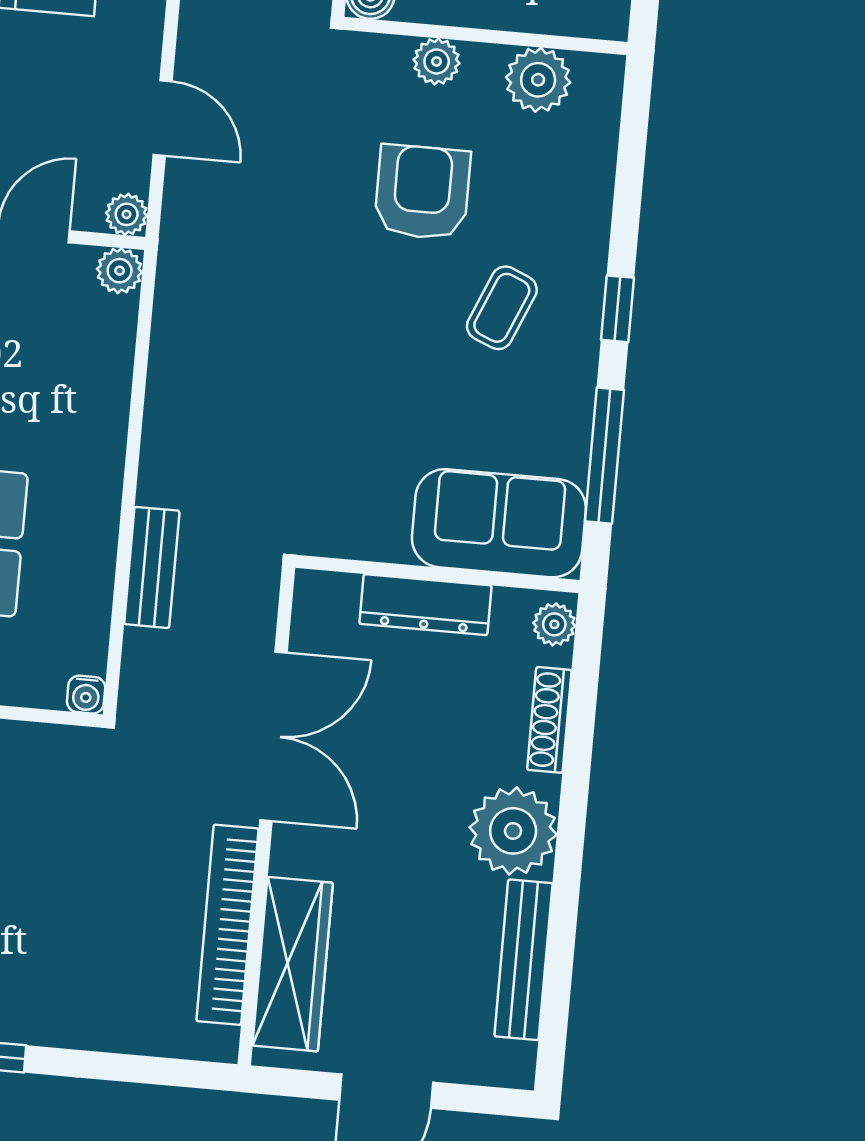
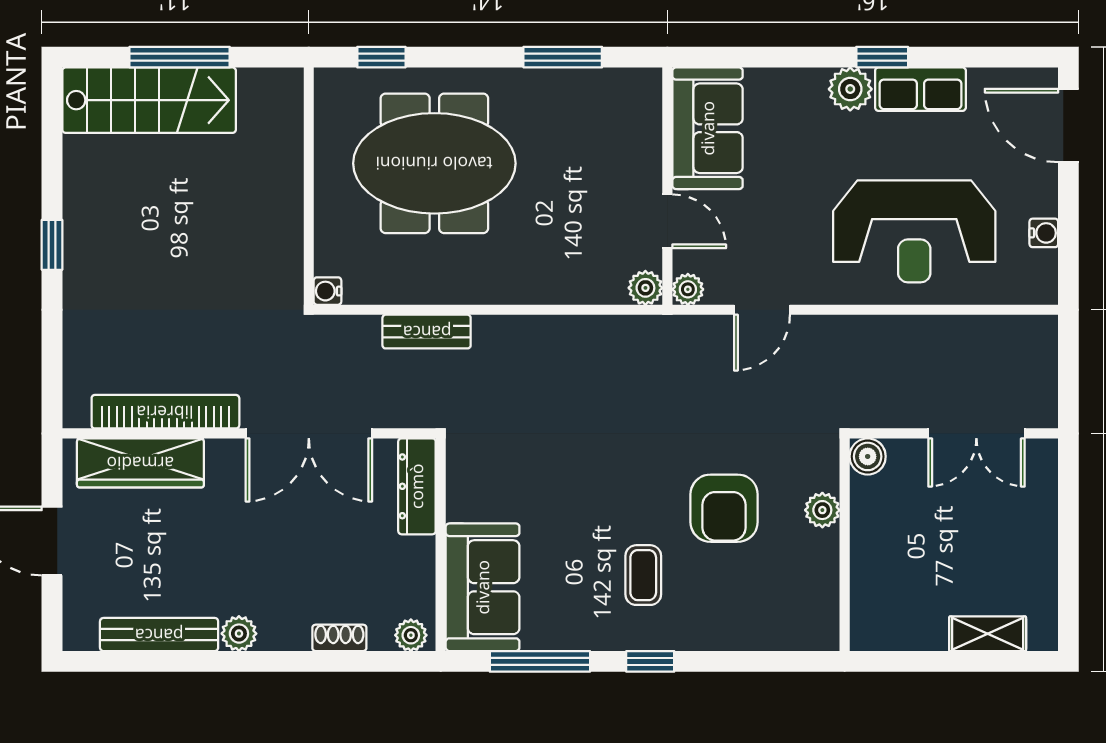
plant: (538, 80) -> (815, 587), removed
armchair: (422, 192) -> (724, 508), turned 90
coffee table: (502, 308) -> (643, 575), turned 67
dresser: (425, 605) -> (417, 486), moved
shoe rack: (549, 720) -> (339, 638), width x0.70
plant: (513, 831) -> (239, 634), width x0.53, depth x0.53

